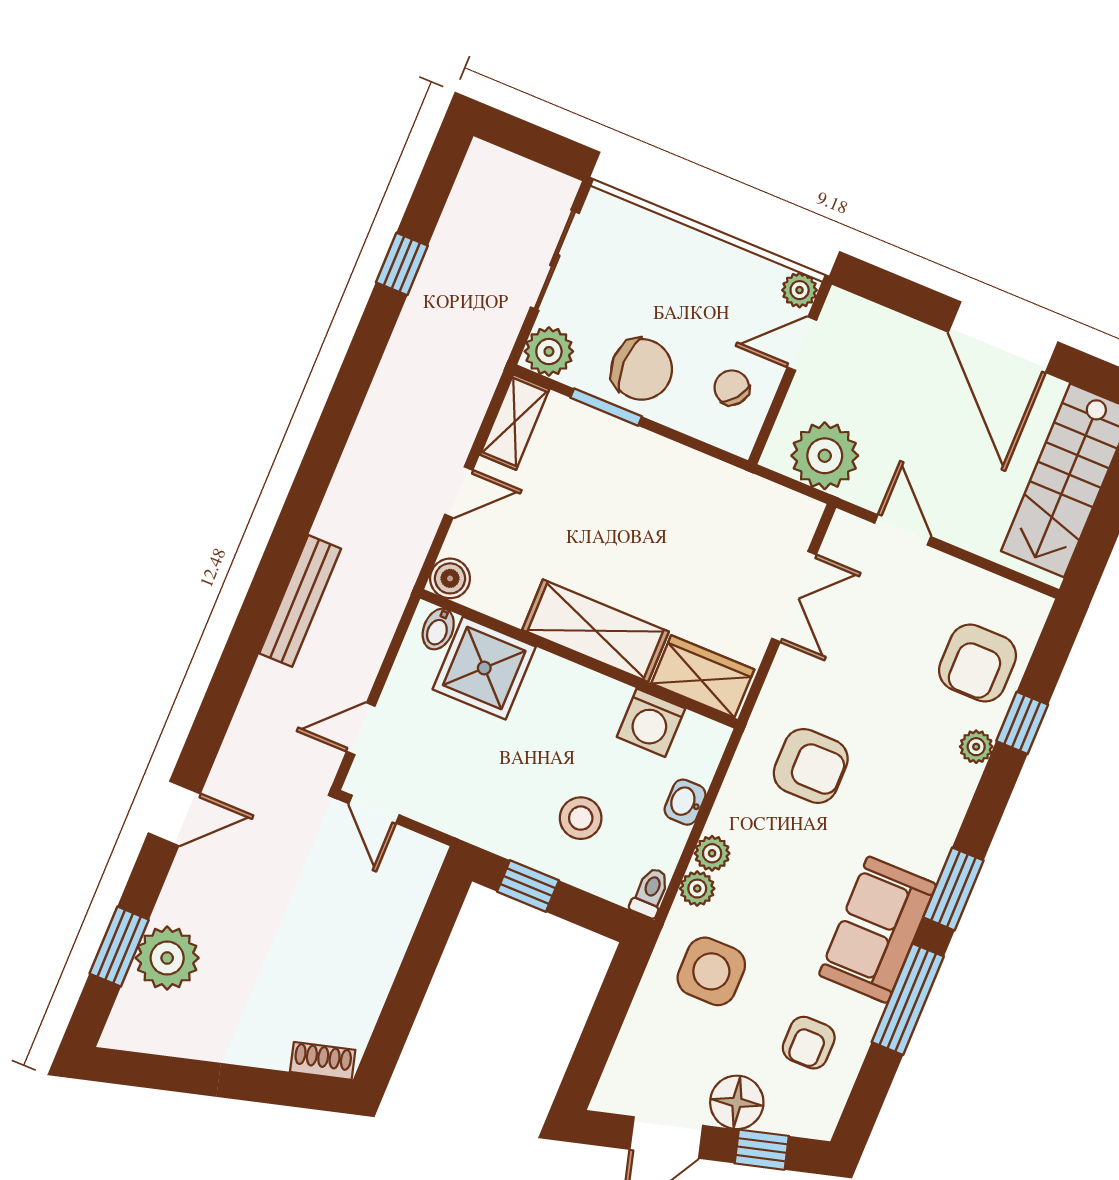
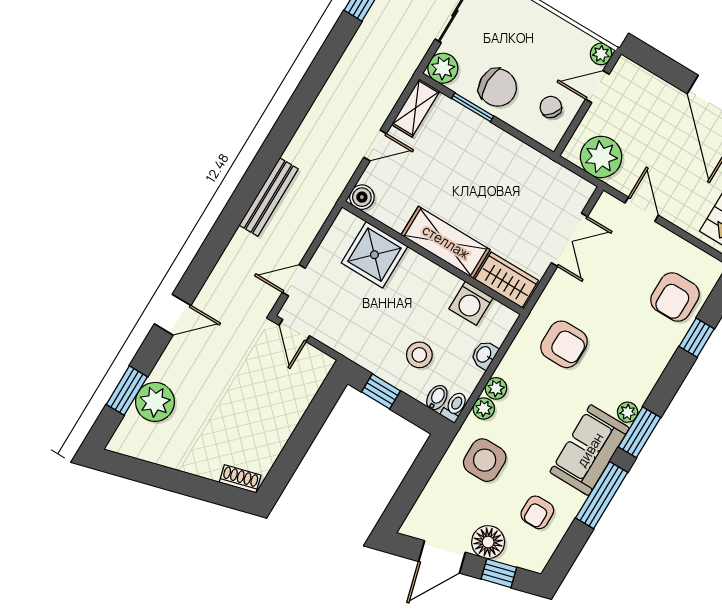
bidet: (438, 629) -> (437, 398), moved, turned 180
plant: (976, 747) -> (628, 412), moved

